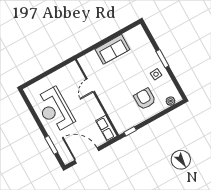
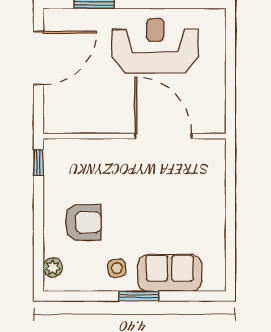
sofa: (112, 49) -> (170, 273), moved, turned 90
door: (90, 85) -> (163, 136), width x1.88
row of seats: (106, 128) -> (68, 122), removed

